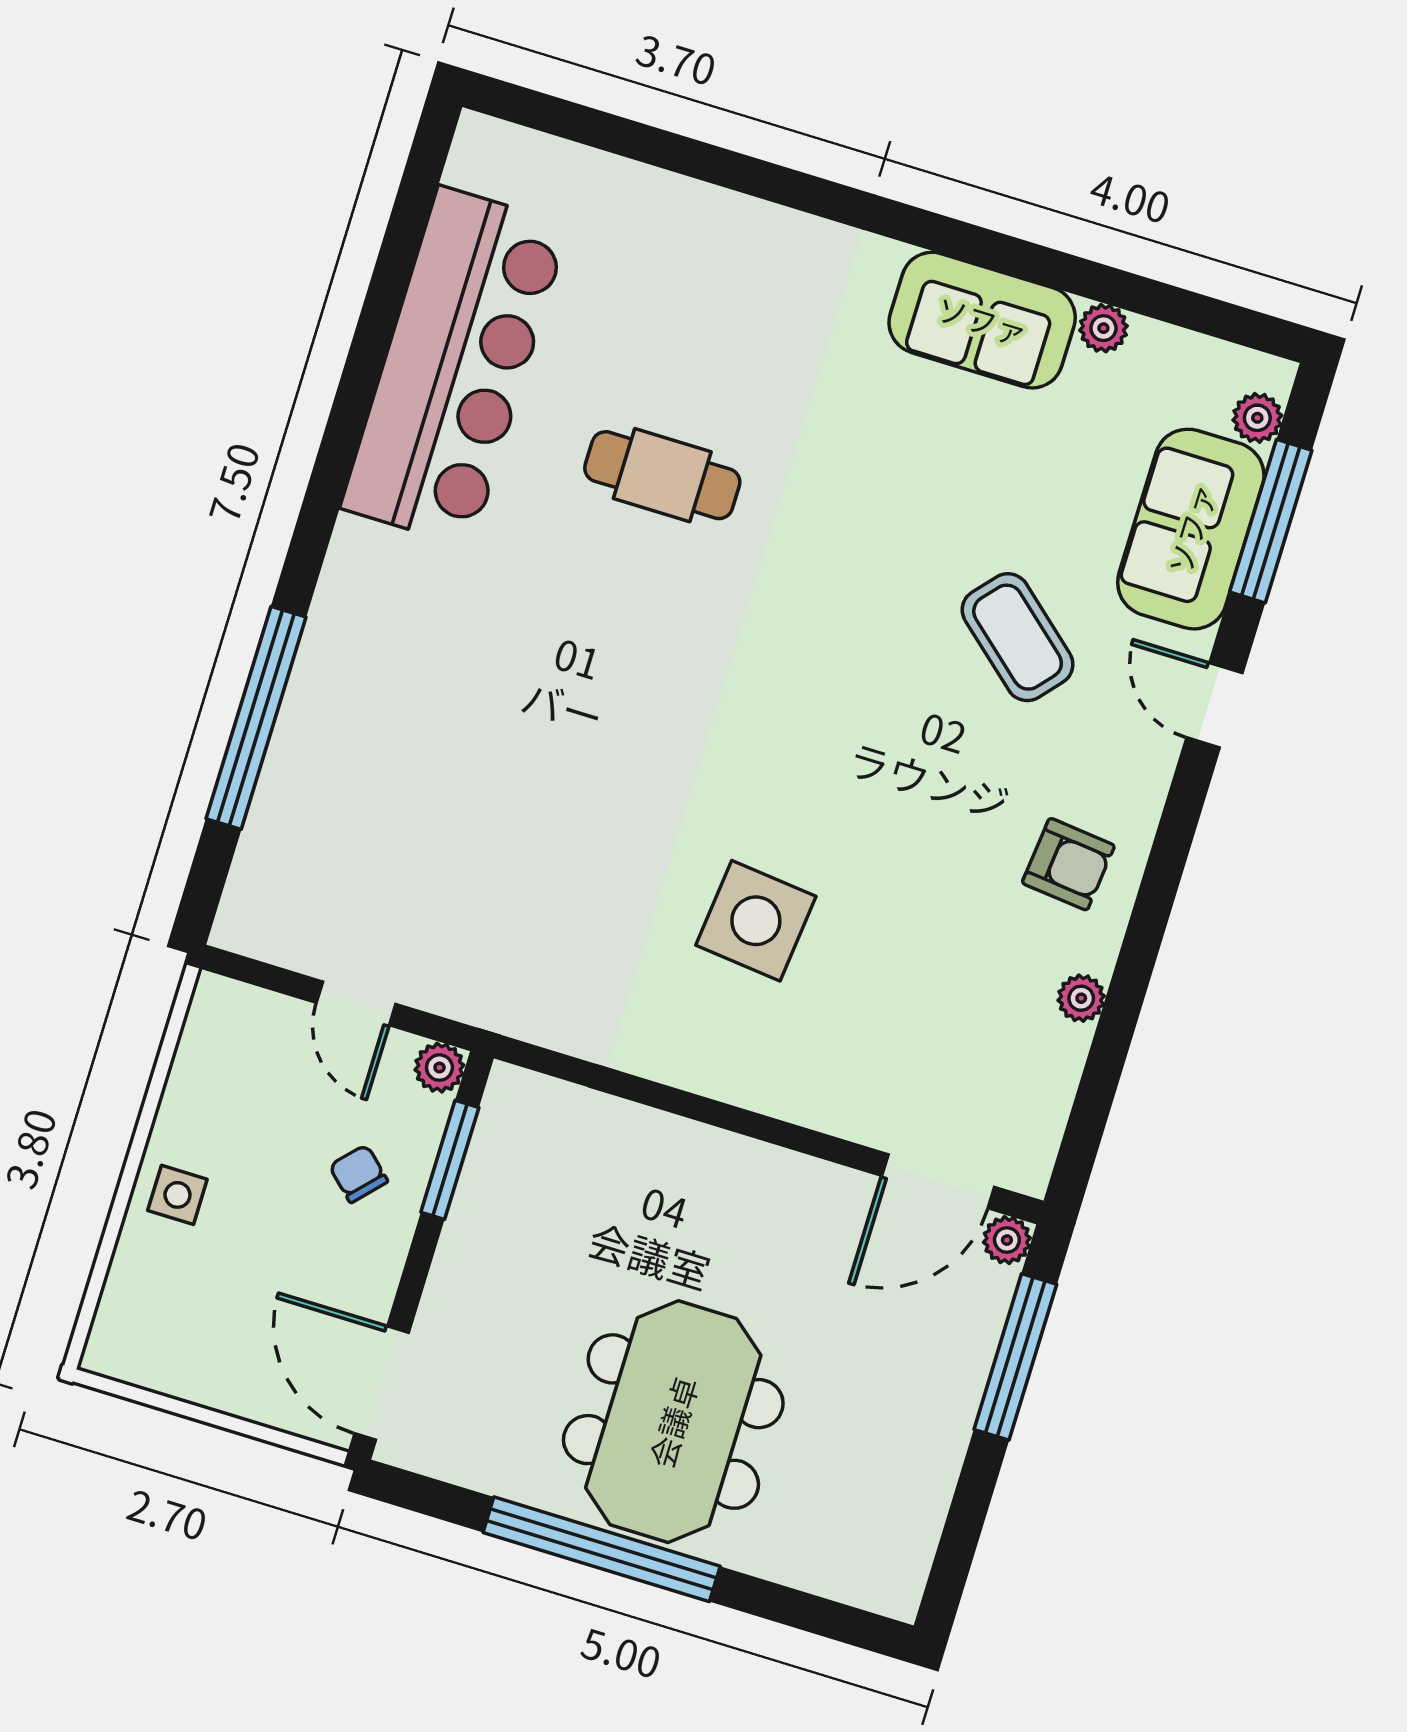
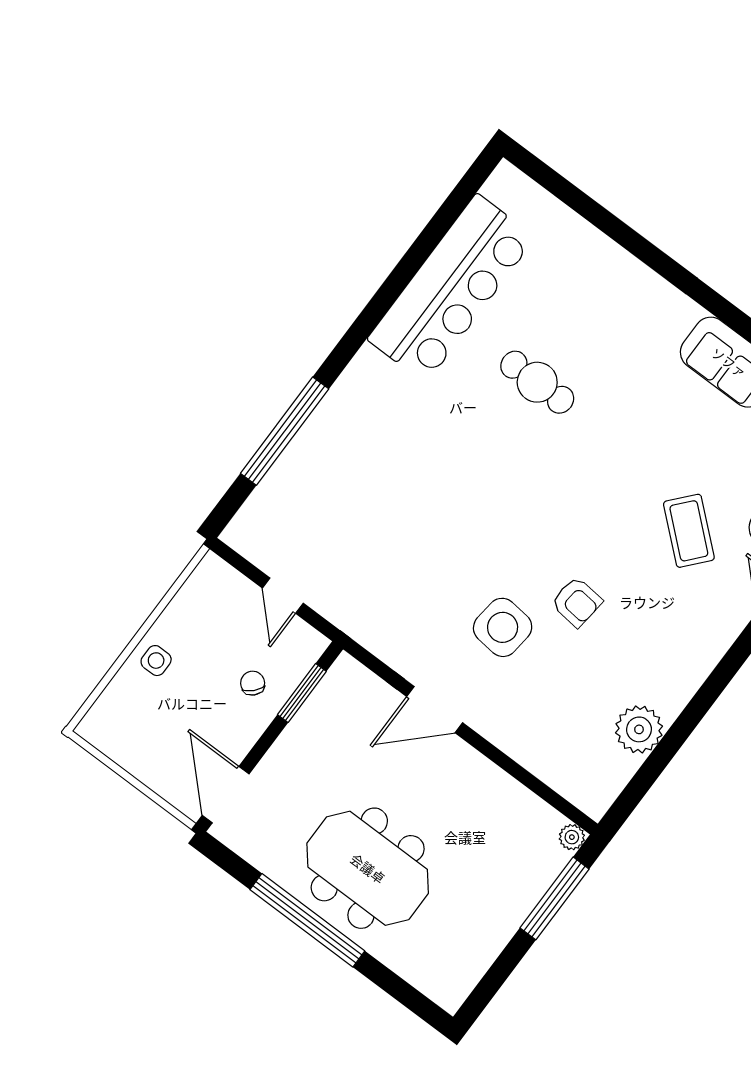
armchair: (1068, 864) -> (577, 602), moved
plant: (1081, 998) -> (639, 729), width x1.88, depth x1.88
plant: (439, 1068) -> (314, 644), removed
door: (938, 1181) -> (435, 710), moved
meeting table: (673, 1422) -> (368, 868), turned 90

